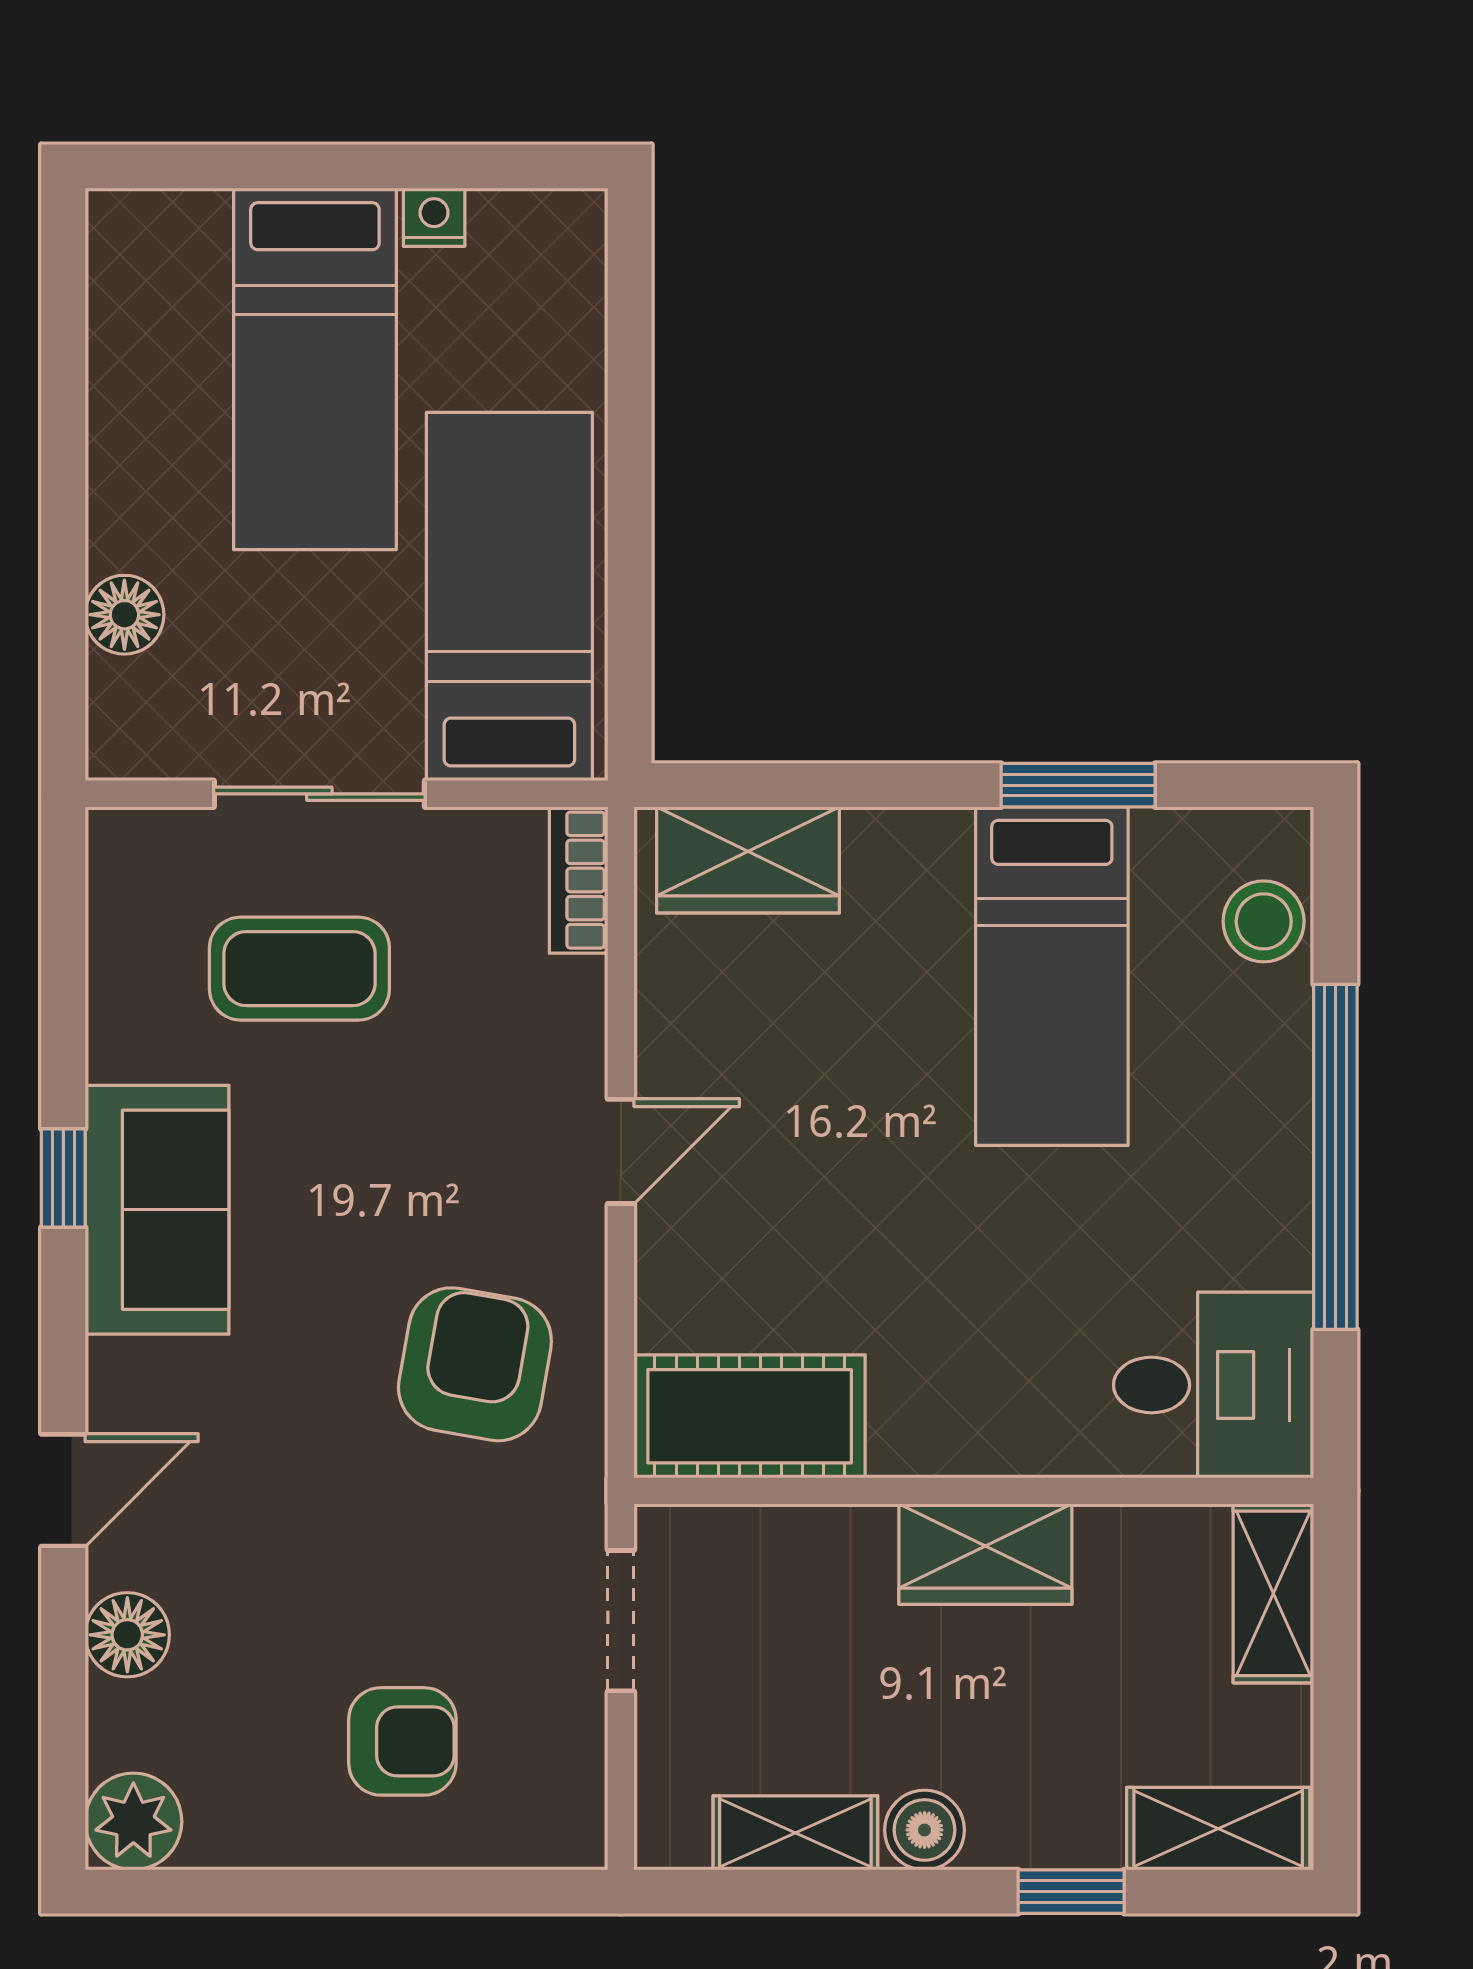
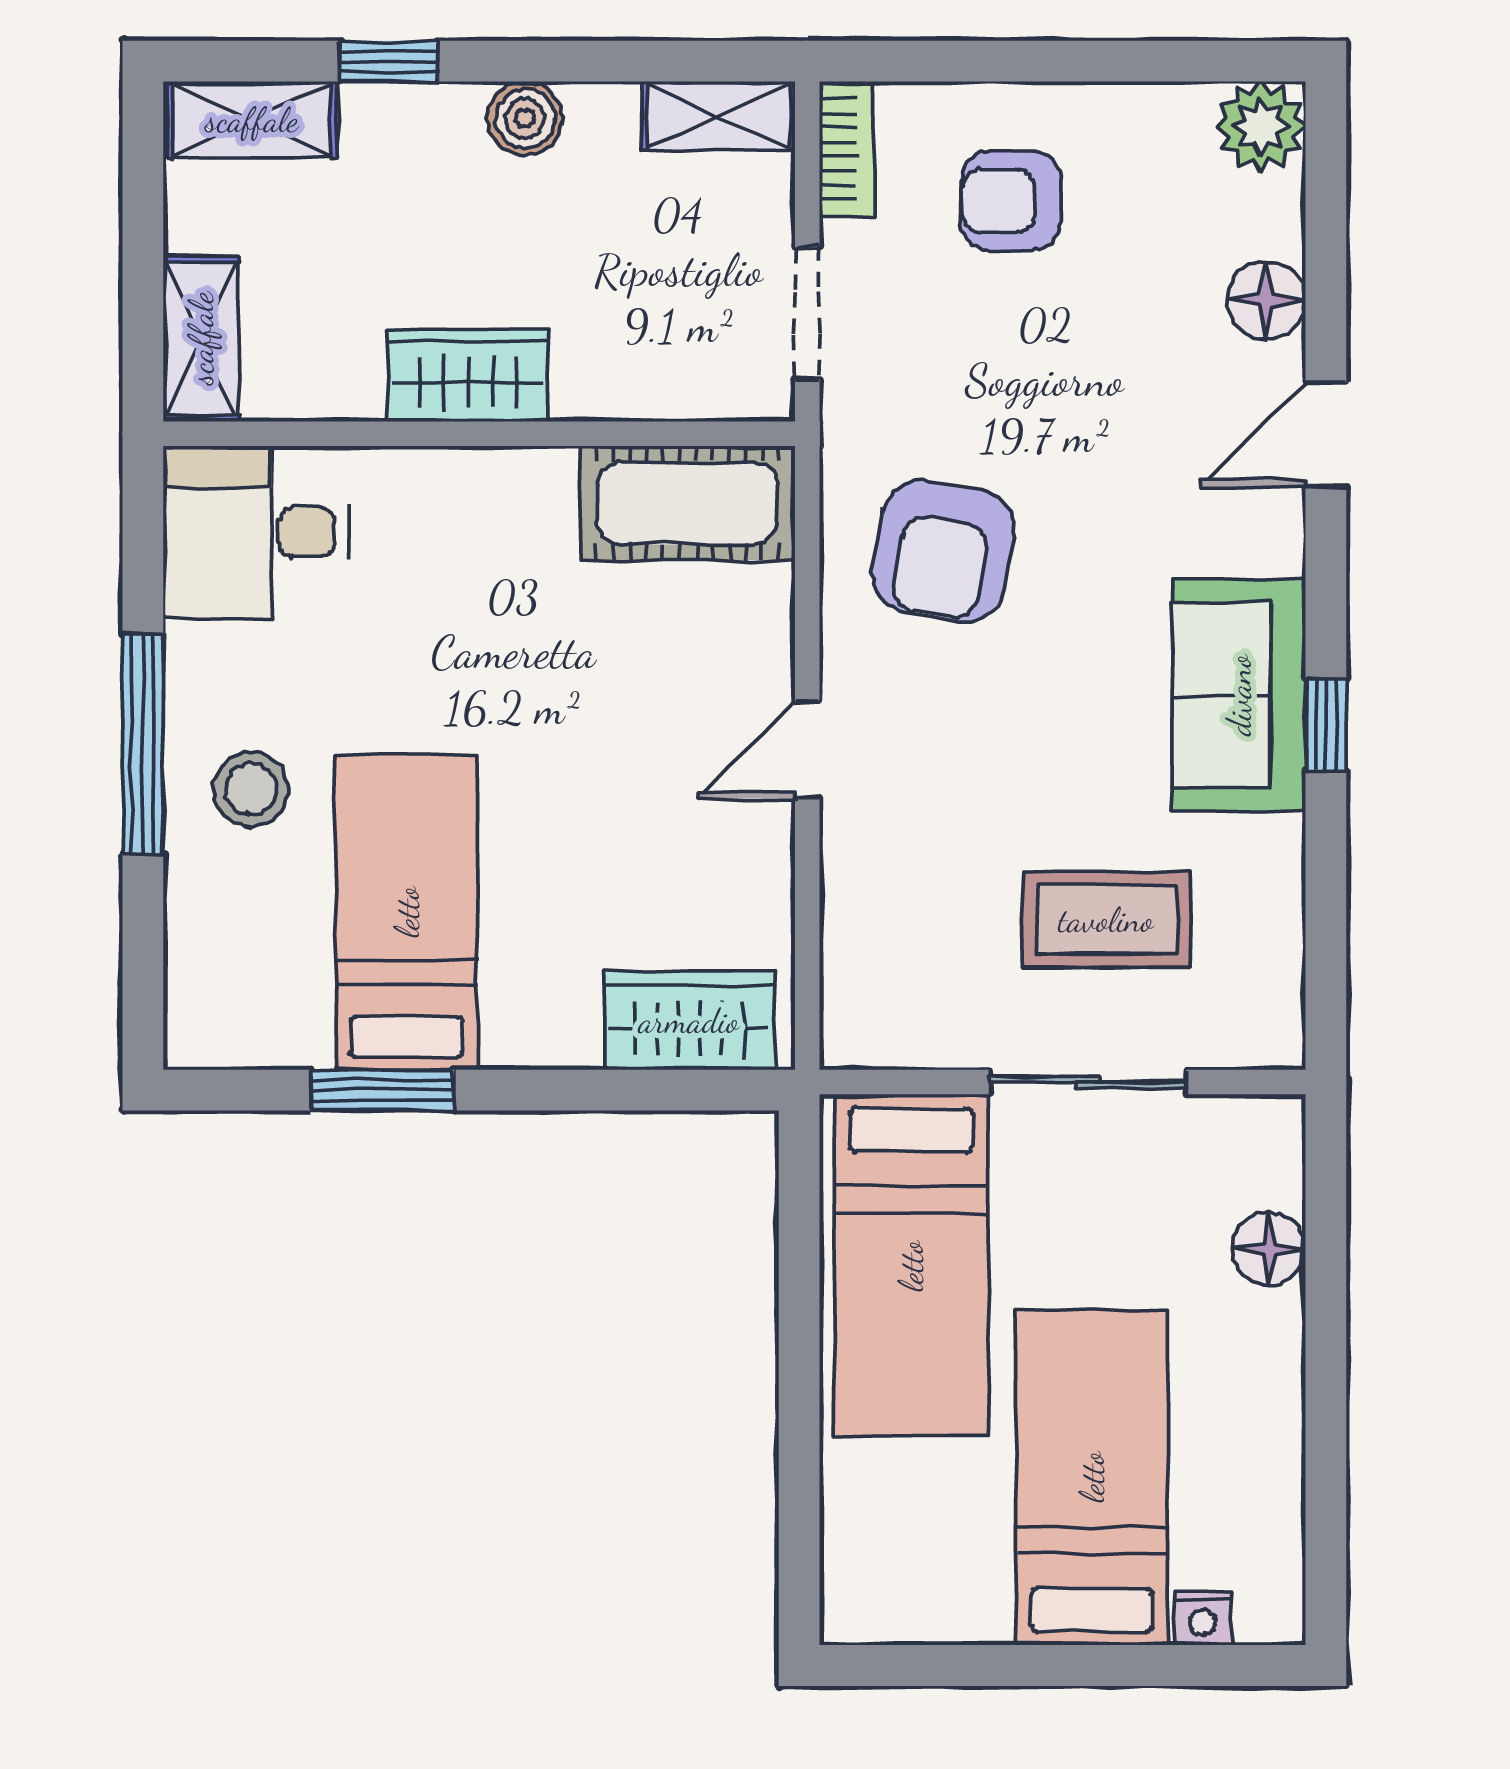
nightstand: (434, 217) -> (1203, 1618), moved
bookcase: (579, 880) -> (847, 149), moved
stool: (1264, 921) -> (251, 789), moved
window: (1335, 1157) -> (143, 744), width x0.68
shelving: (795, 1833) -> (719, 116), moved

